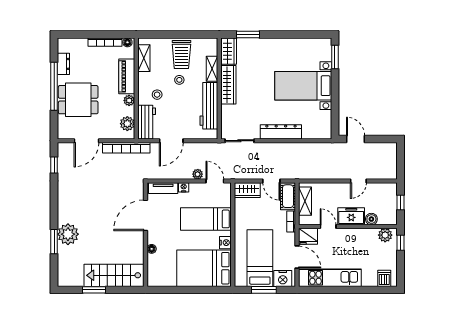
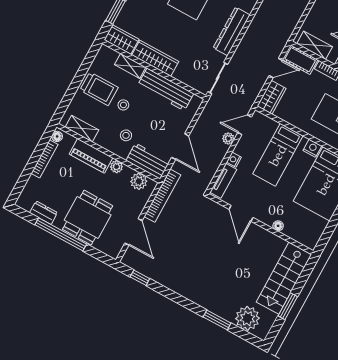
door: (146, 215) -> (241, 213), width x0.73
plant: (68, 234) -> (247, 318), moved

